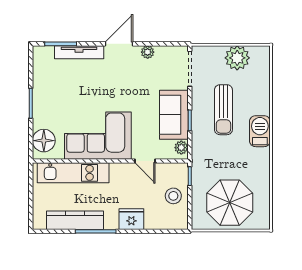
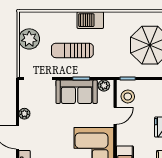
sun lounger: (223, 110) -> (72, 50), turned 180
stool: (173, 196) -> (128, 96), moved

